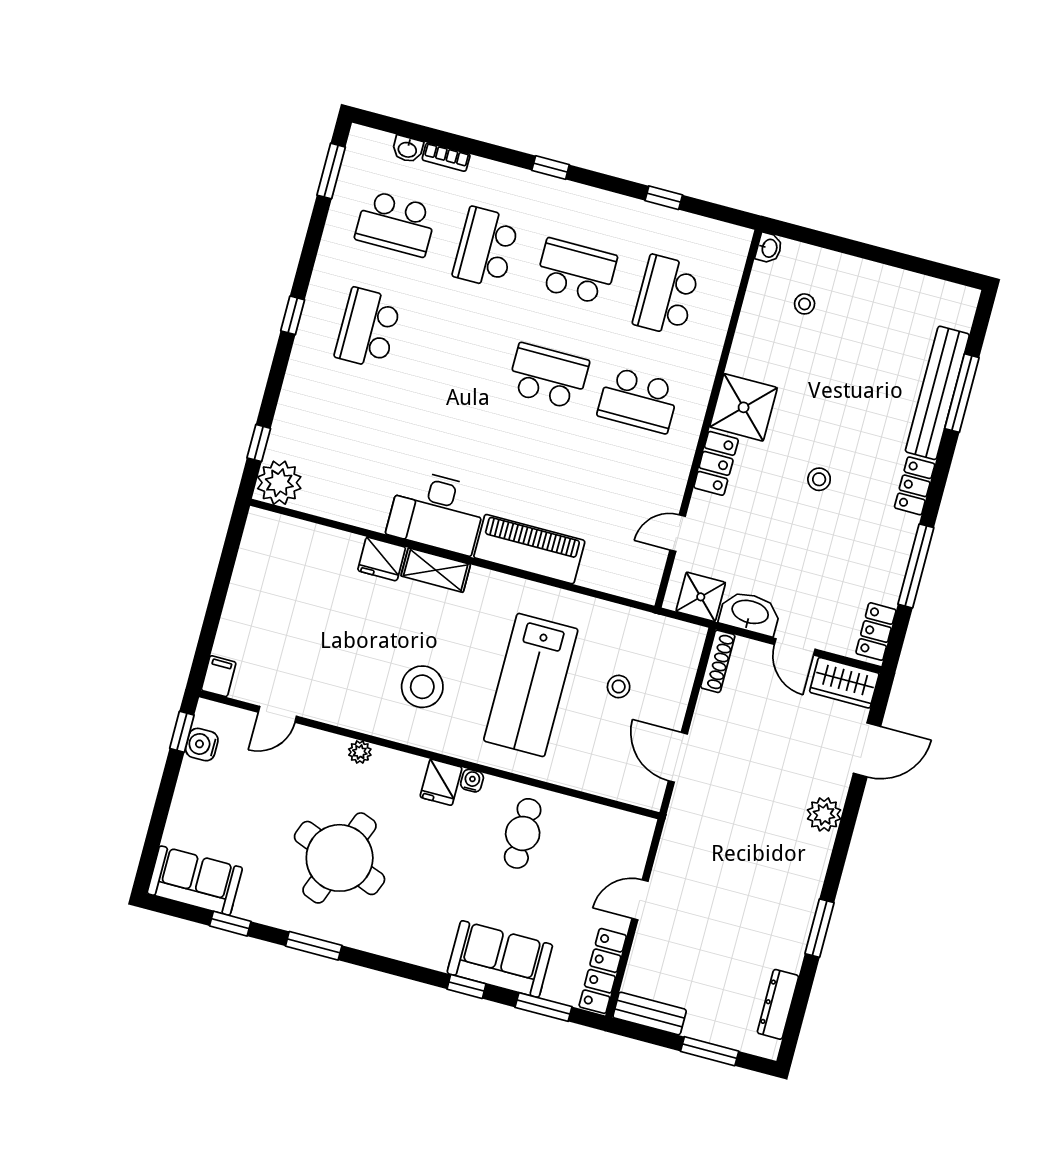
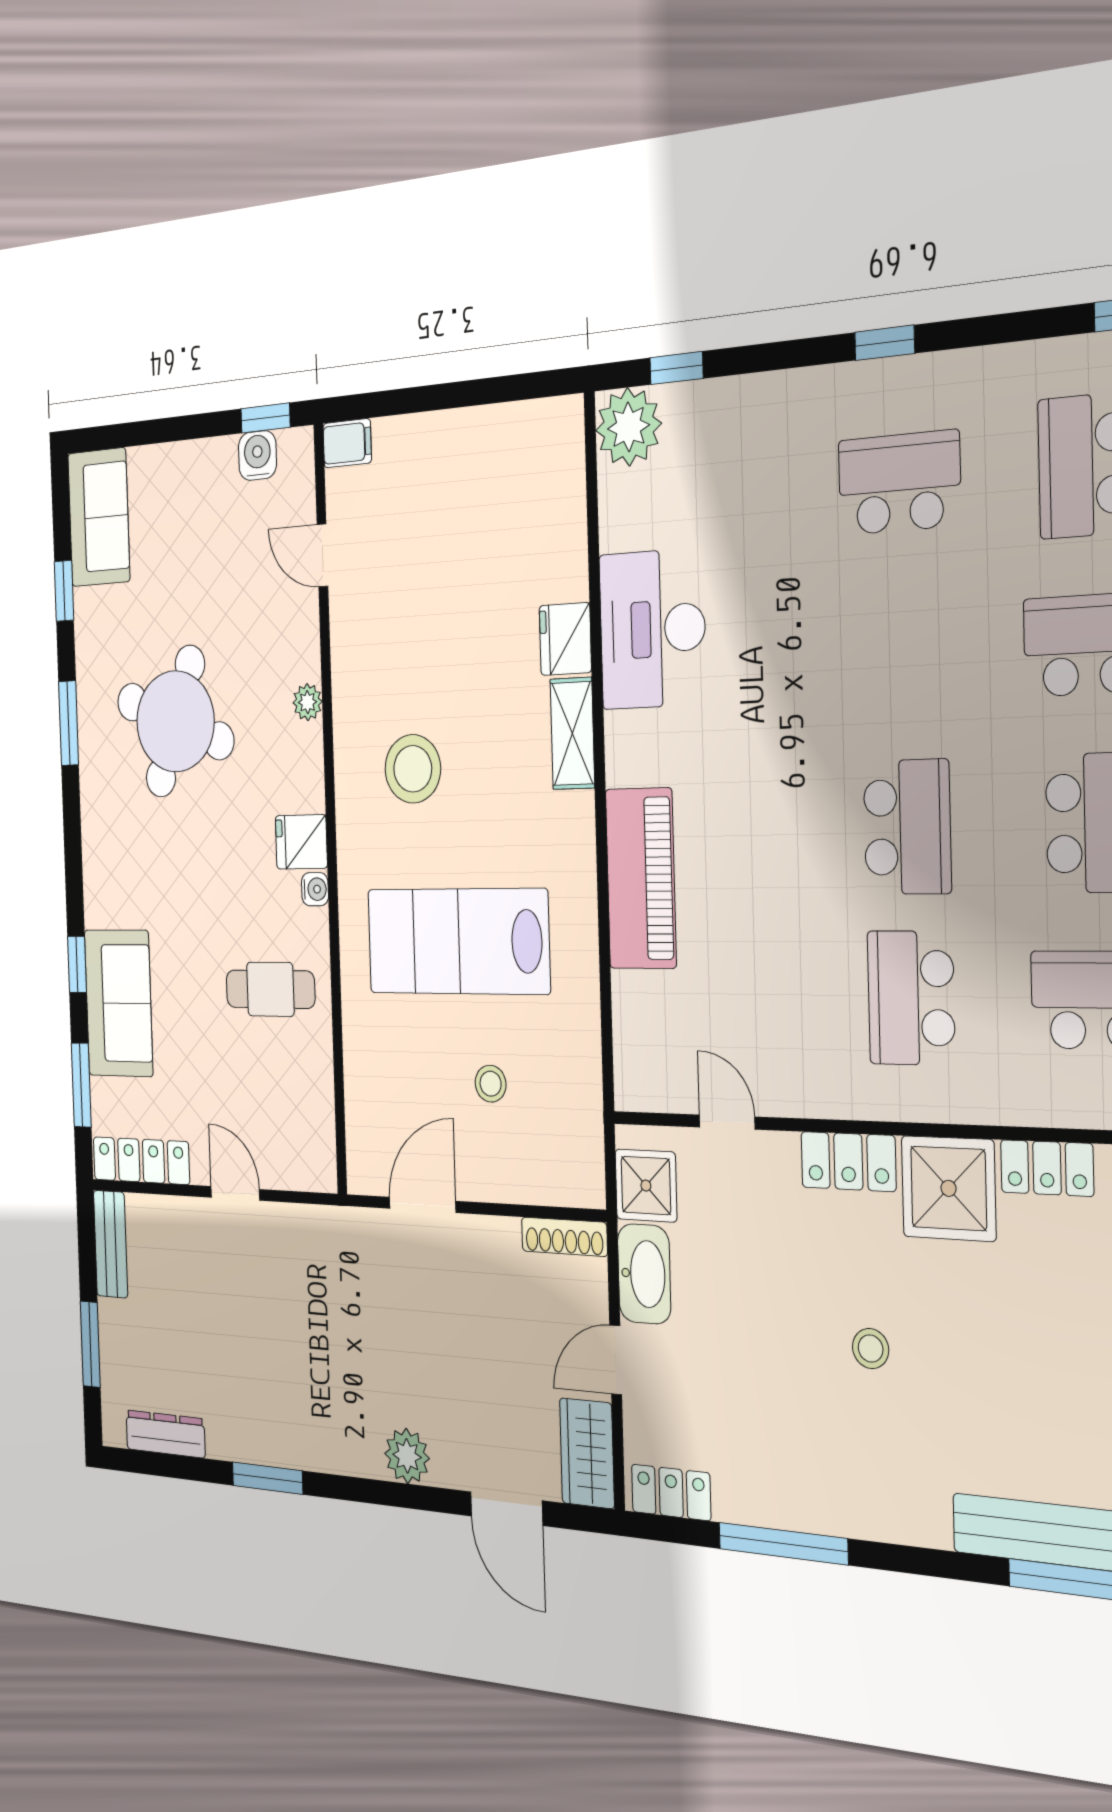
locker: (915, 486) -> (1047, 1168), moved, turned 180
desk: (437, 512) -> (652, 629), moved

